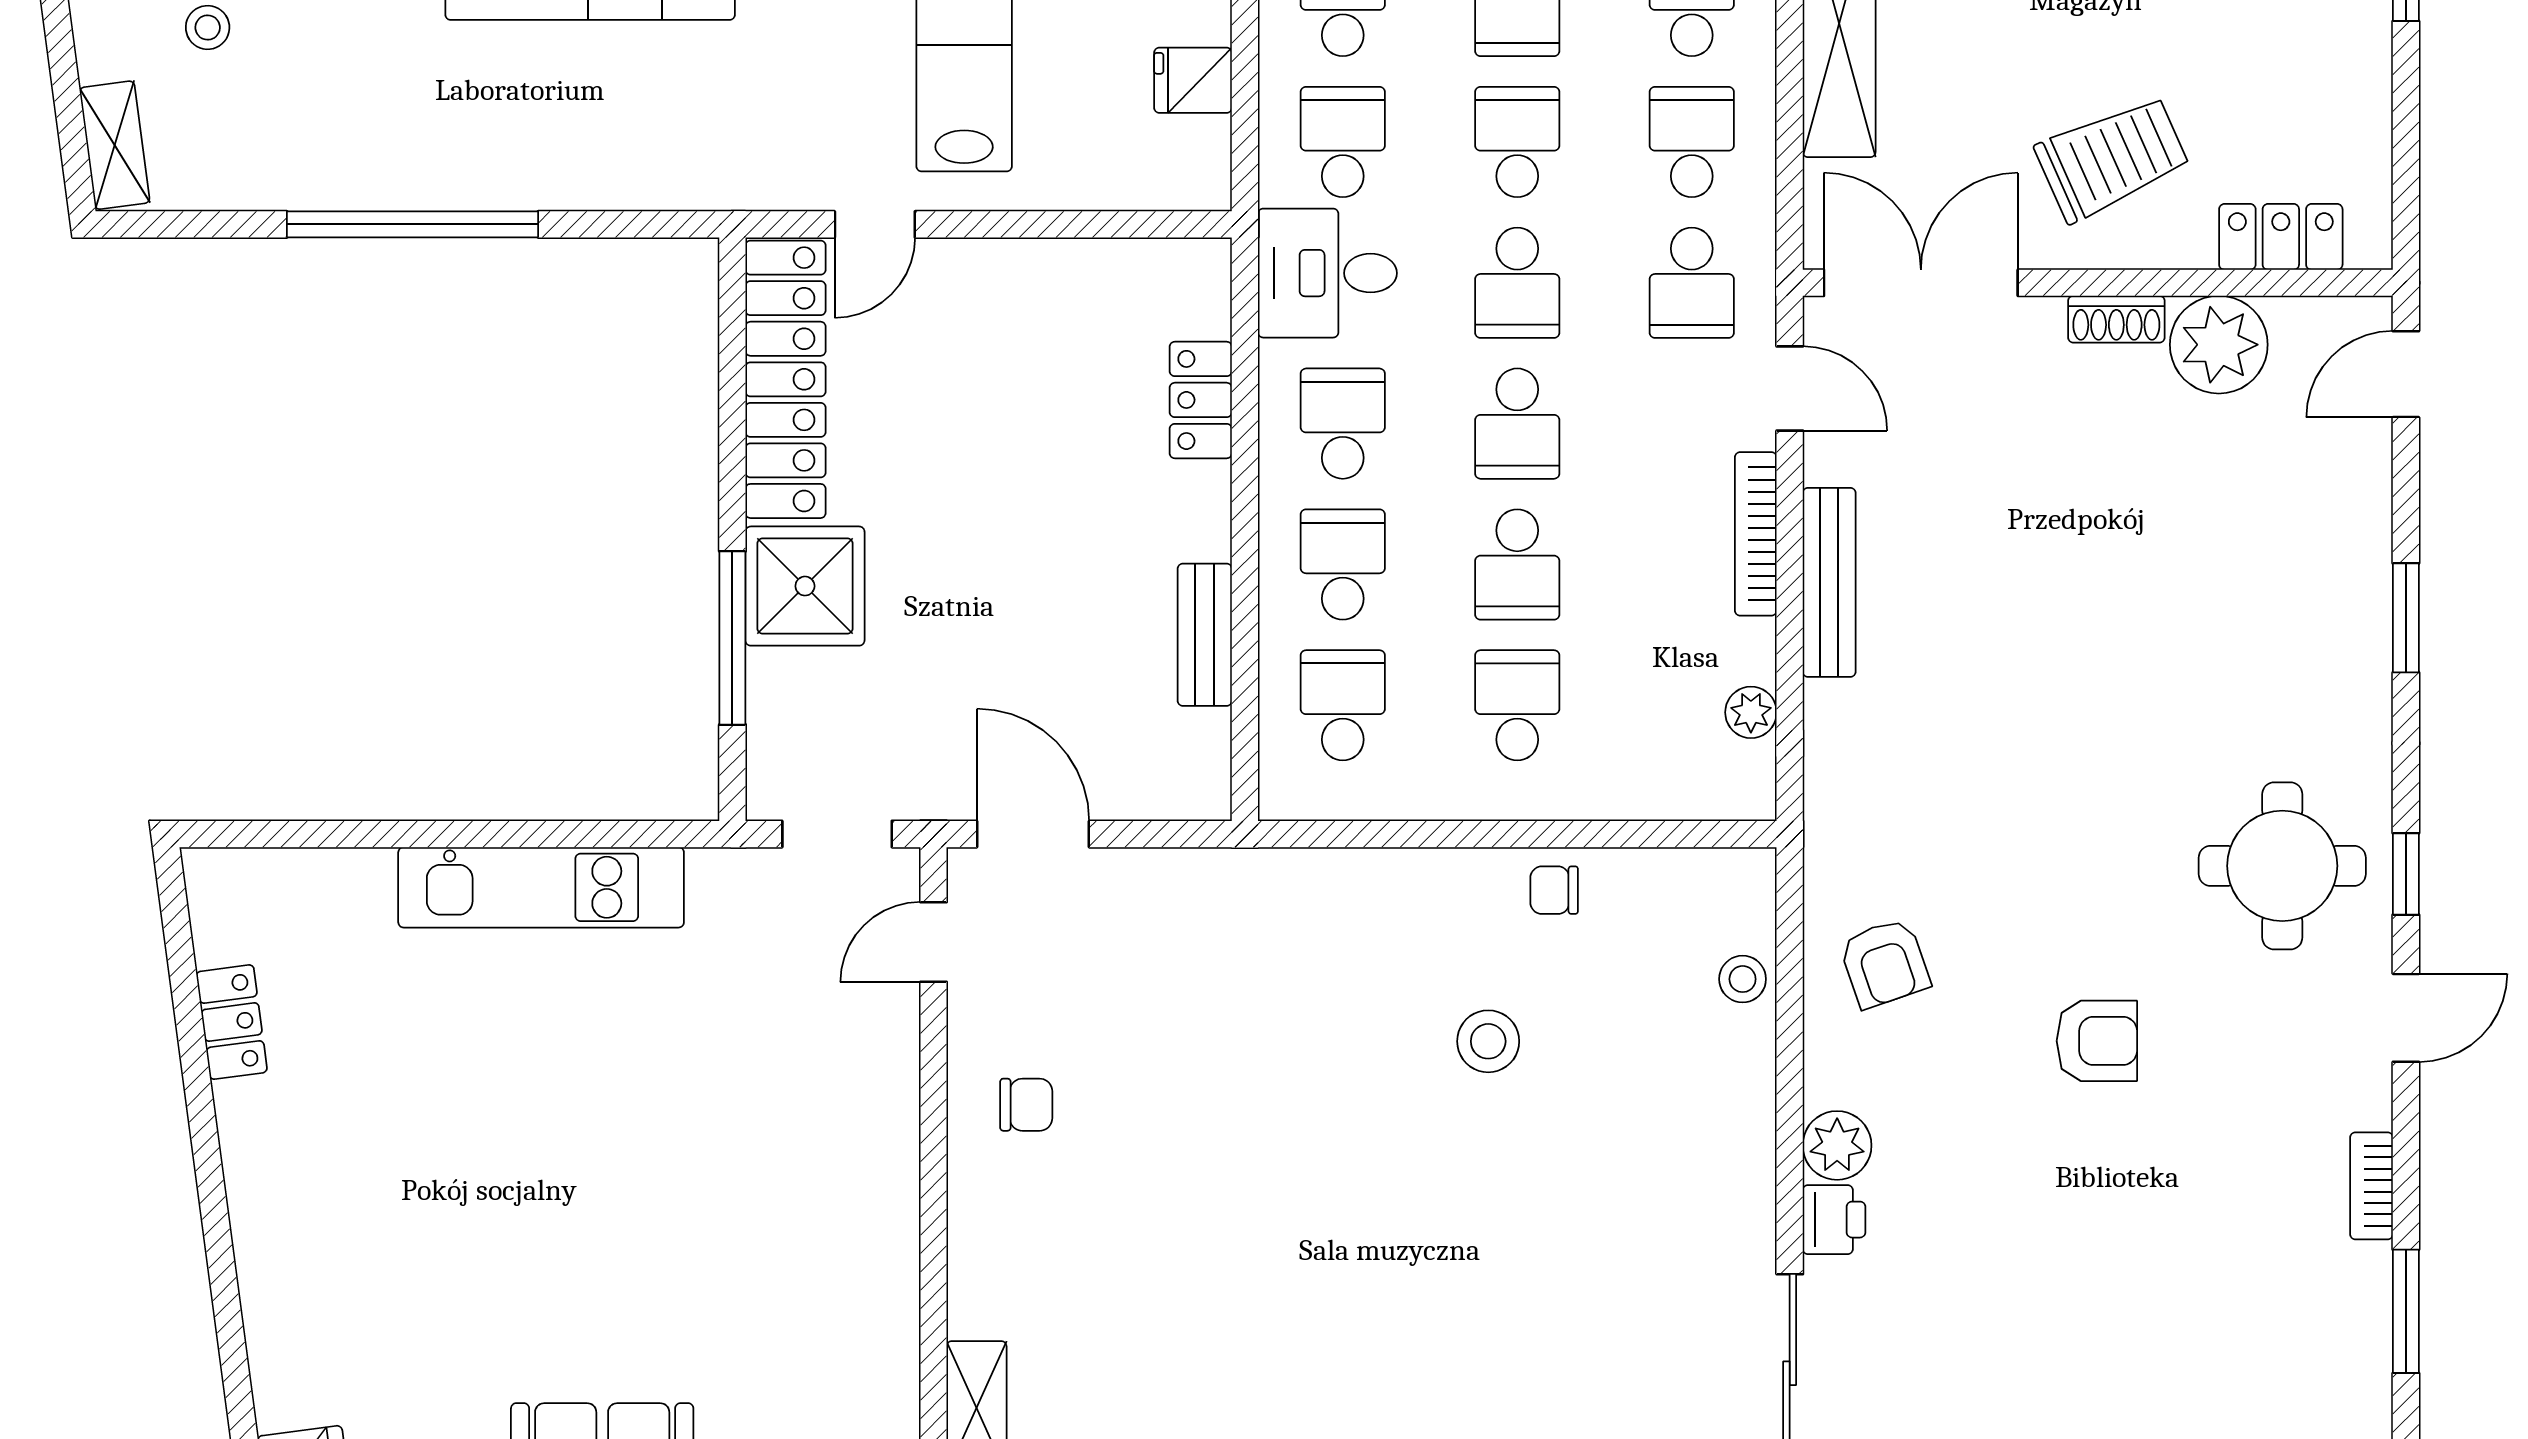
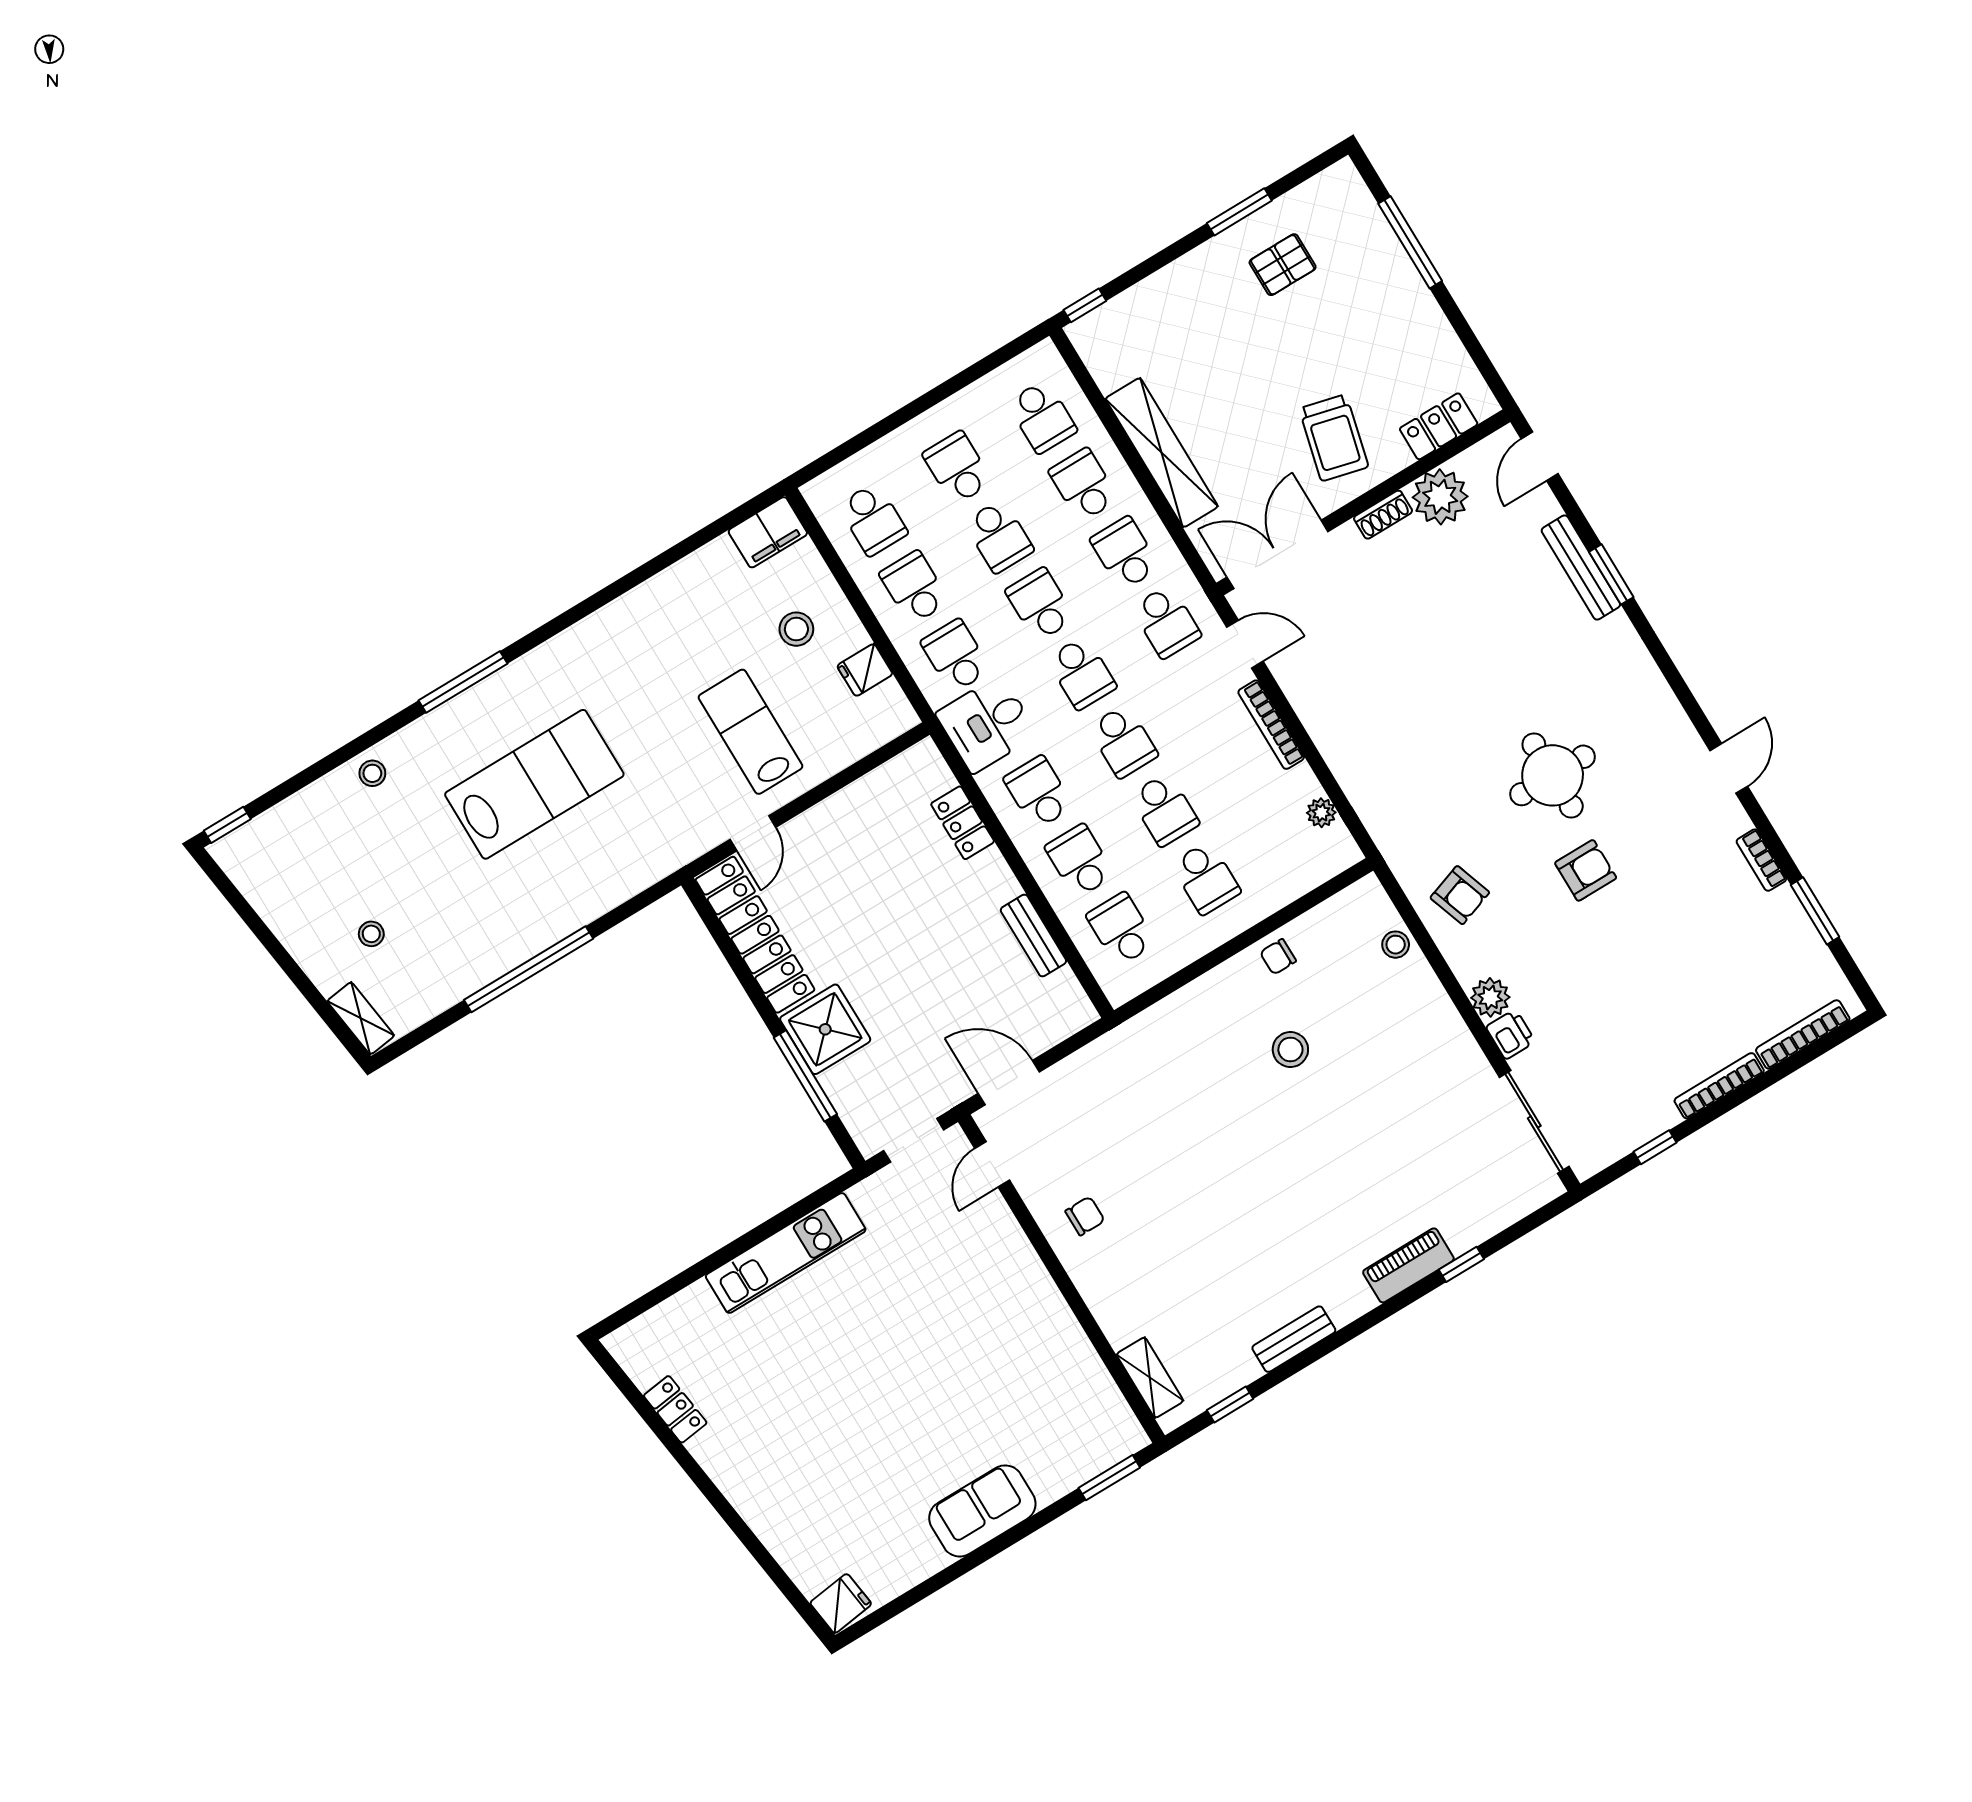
trolley: (2112, 158) -> (1334, 438), turned 128
bench: (1829, 582) -> (1581, 568), moved
school desk: (1517, 705) -> (1206, 878), turned 180
round table: (2282, 866) -> (1553, 775), moved
window: (2406, 874) -> (1686, 699), removed

